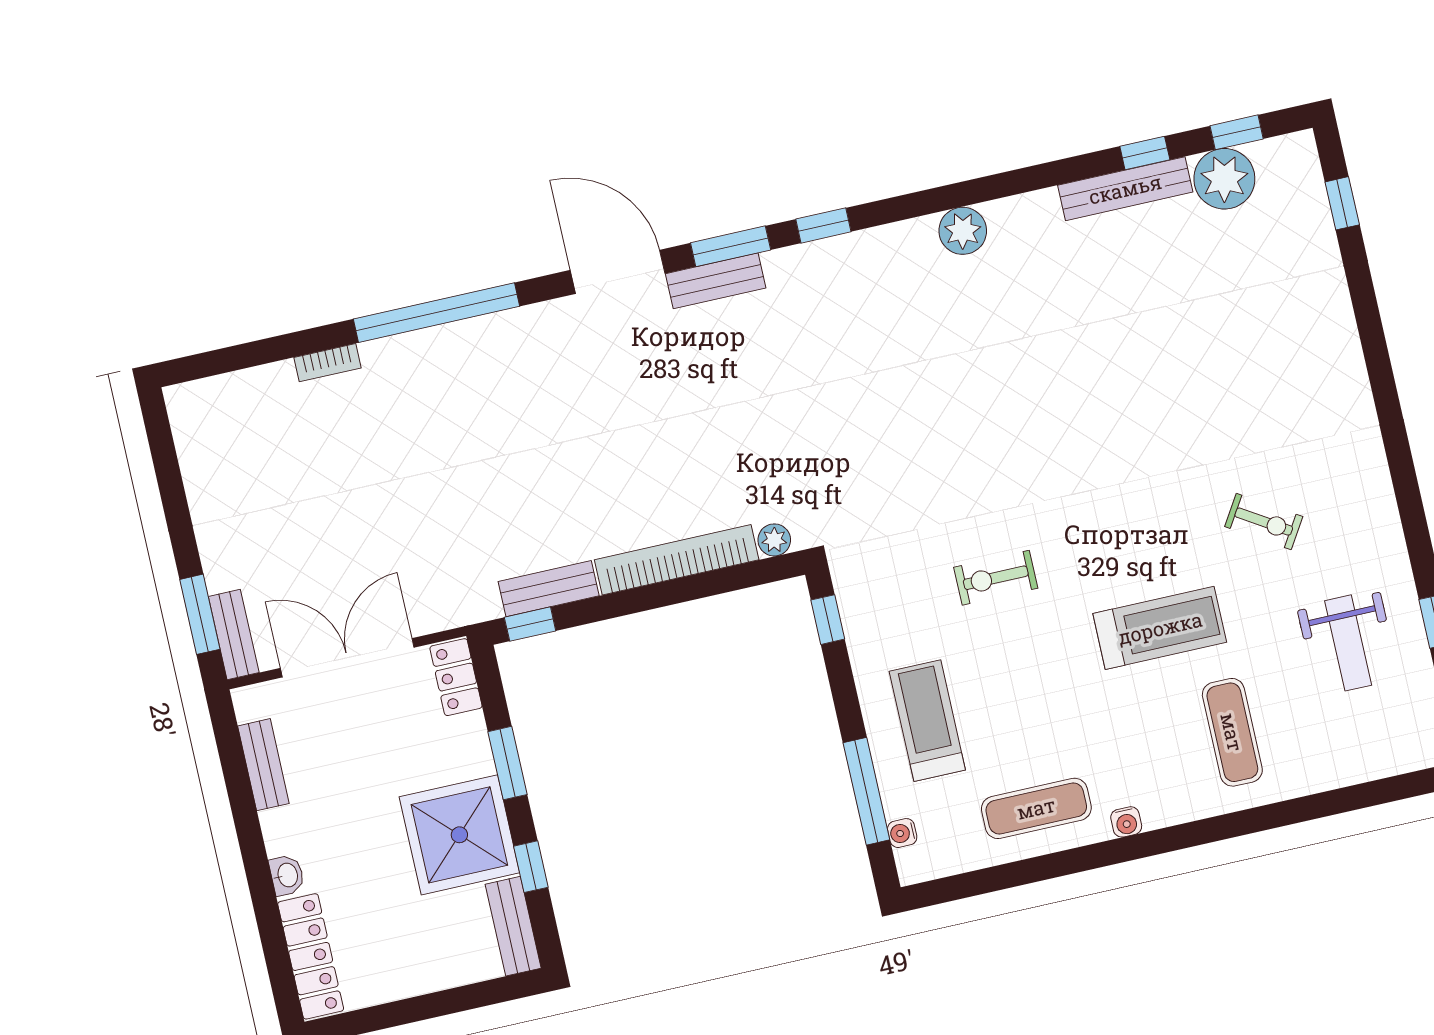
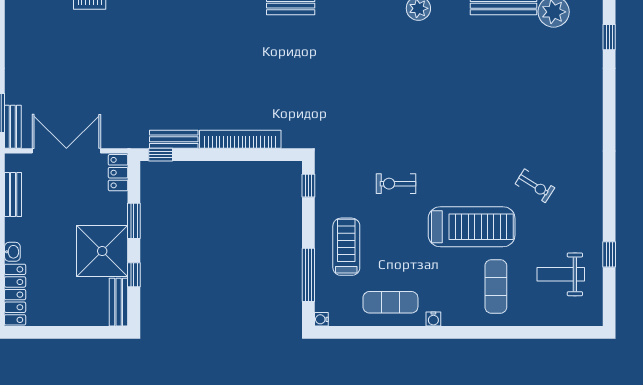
plant: (774, 540) -> (291, 140), removed
treadmill: (1160, 628) -> (472, 227), width x1.37, depth x1.38
weight bench: (1348, 643) -> (561, 274), moved, turned 90
water cooler: (902, 833) -> (321, 319), moved

